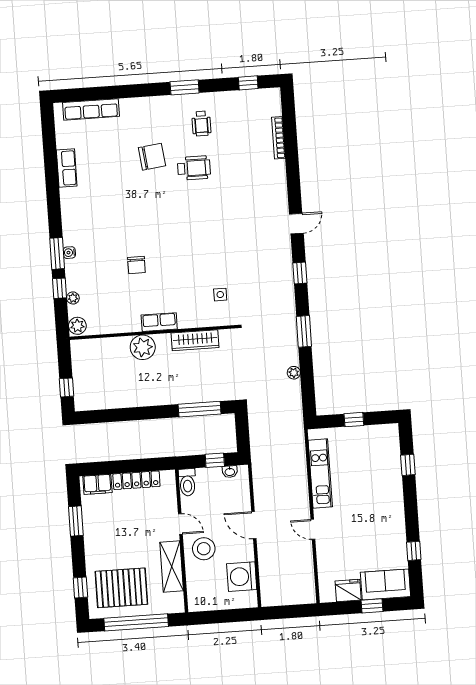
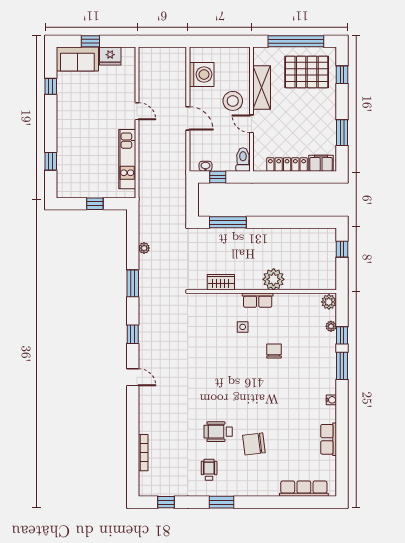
door: (296, 224) -> (133, 377), swing flipped
water cooler: (69, 253) -> (331, 400), moved
side table: (220, 295) -> (243, 327), moved
wardrobe: (195, 340) -> (221, 282), width x0.67

